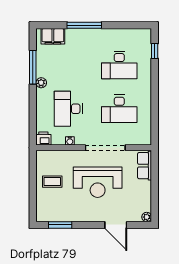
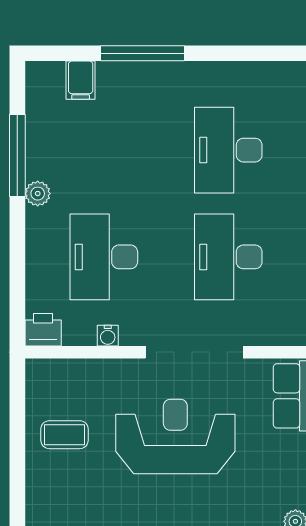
filing cabinet: (53, 36) -> (81, 80), width x0.50
desk: (119, 65) -> (228, 150), turned 90
desk: (119, 109) -> (228, 257), turned 90
reception desk: (98, 182) -> (175, 436), turned 180

